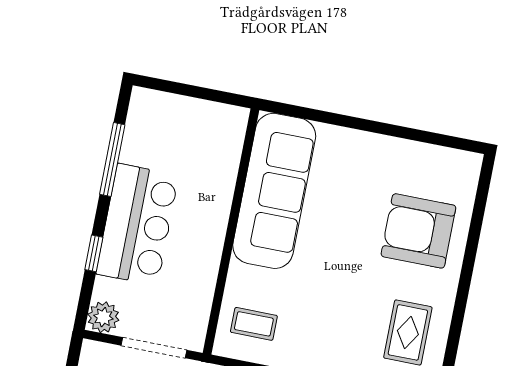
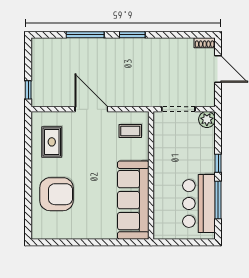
bar counter: (137, 224) -> (199, 203), moved
window: (94, 253) -> (218, 163), moved

